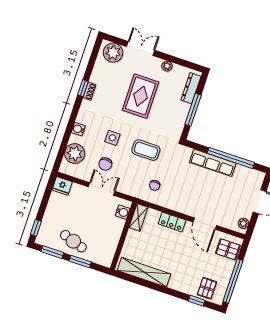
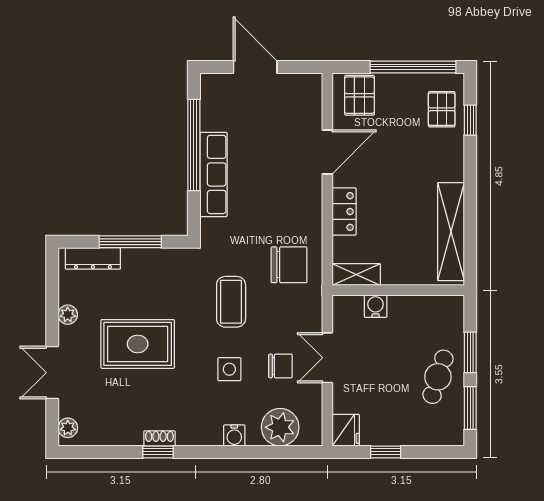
plant: (113, 53) -> (68, 428), width x0.53, depth x0.53
chair: (155, 185) -> (289, 265), width x1.87, depth x1.87
water cooler: (123, 212) -> (376, 306), moved
plant: (244, 223) -> (304, 83), removed
window: (36, 228) -> (386, 452), moved
pallet: (207, 288) -> (442, 109), turned 90

